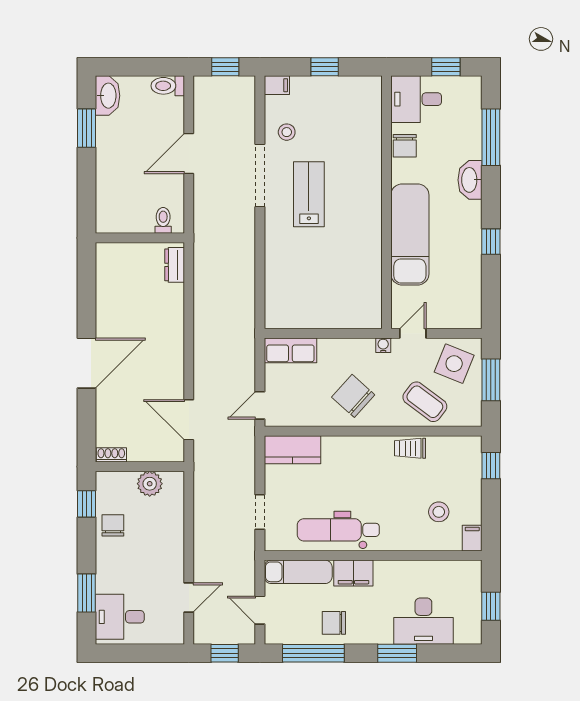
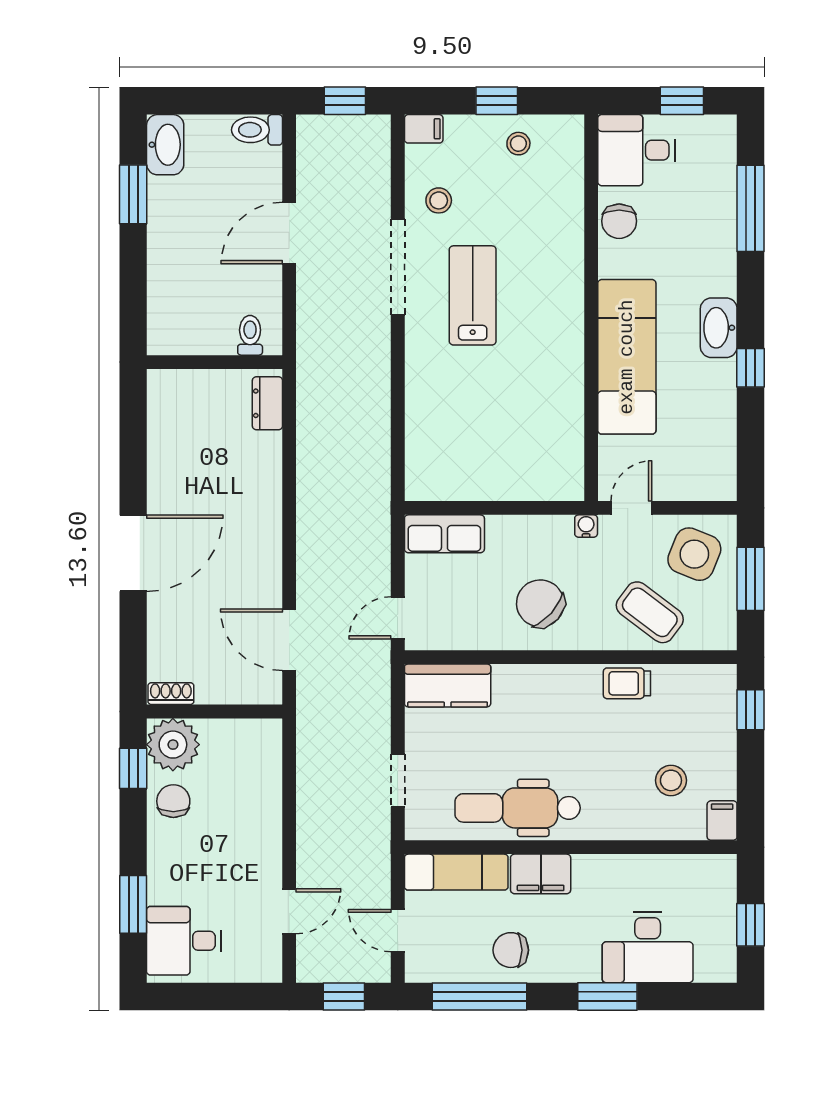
stool: (339, 95) -> (518, 144), added
washbasin: (470, 180) -> (719, 328), moved
plant: (150, 484) -> (173, 745), moved, width x1.36, depth x1.36

